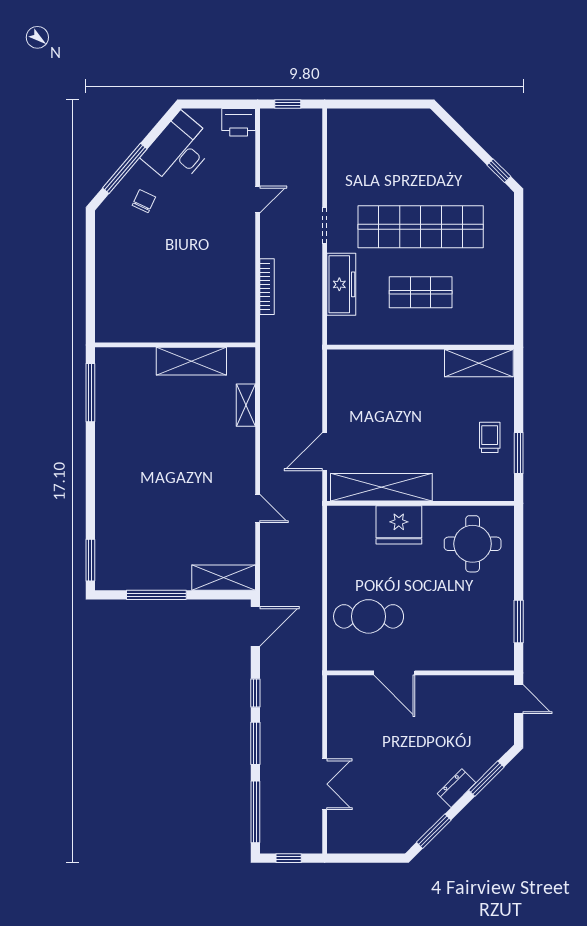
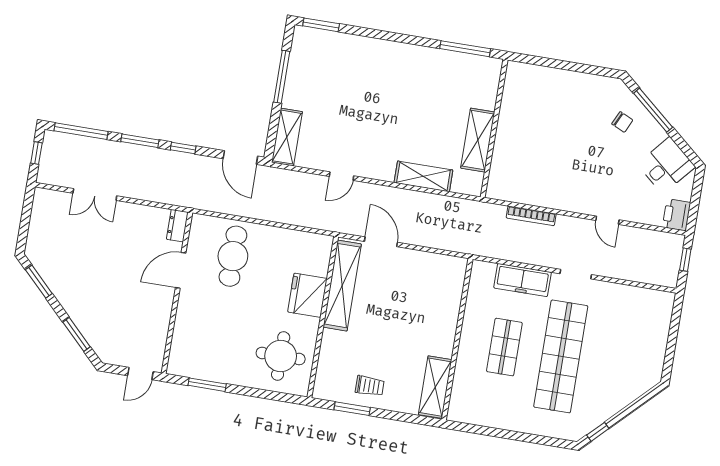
desk: (179, 150) -> (666, 165), width x0.73
shelving: (246, 405) -> (423, 176), width x1.50, depth x1.33
dresser: (457, 788) -> (177, 226), moved, turned -135

